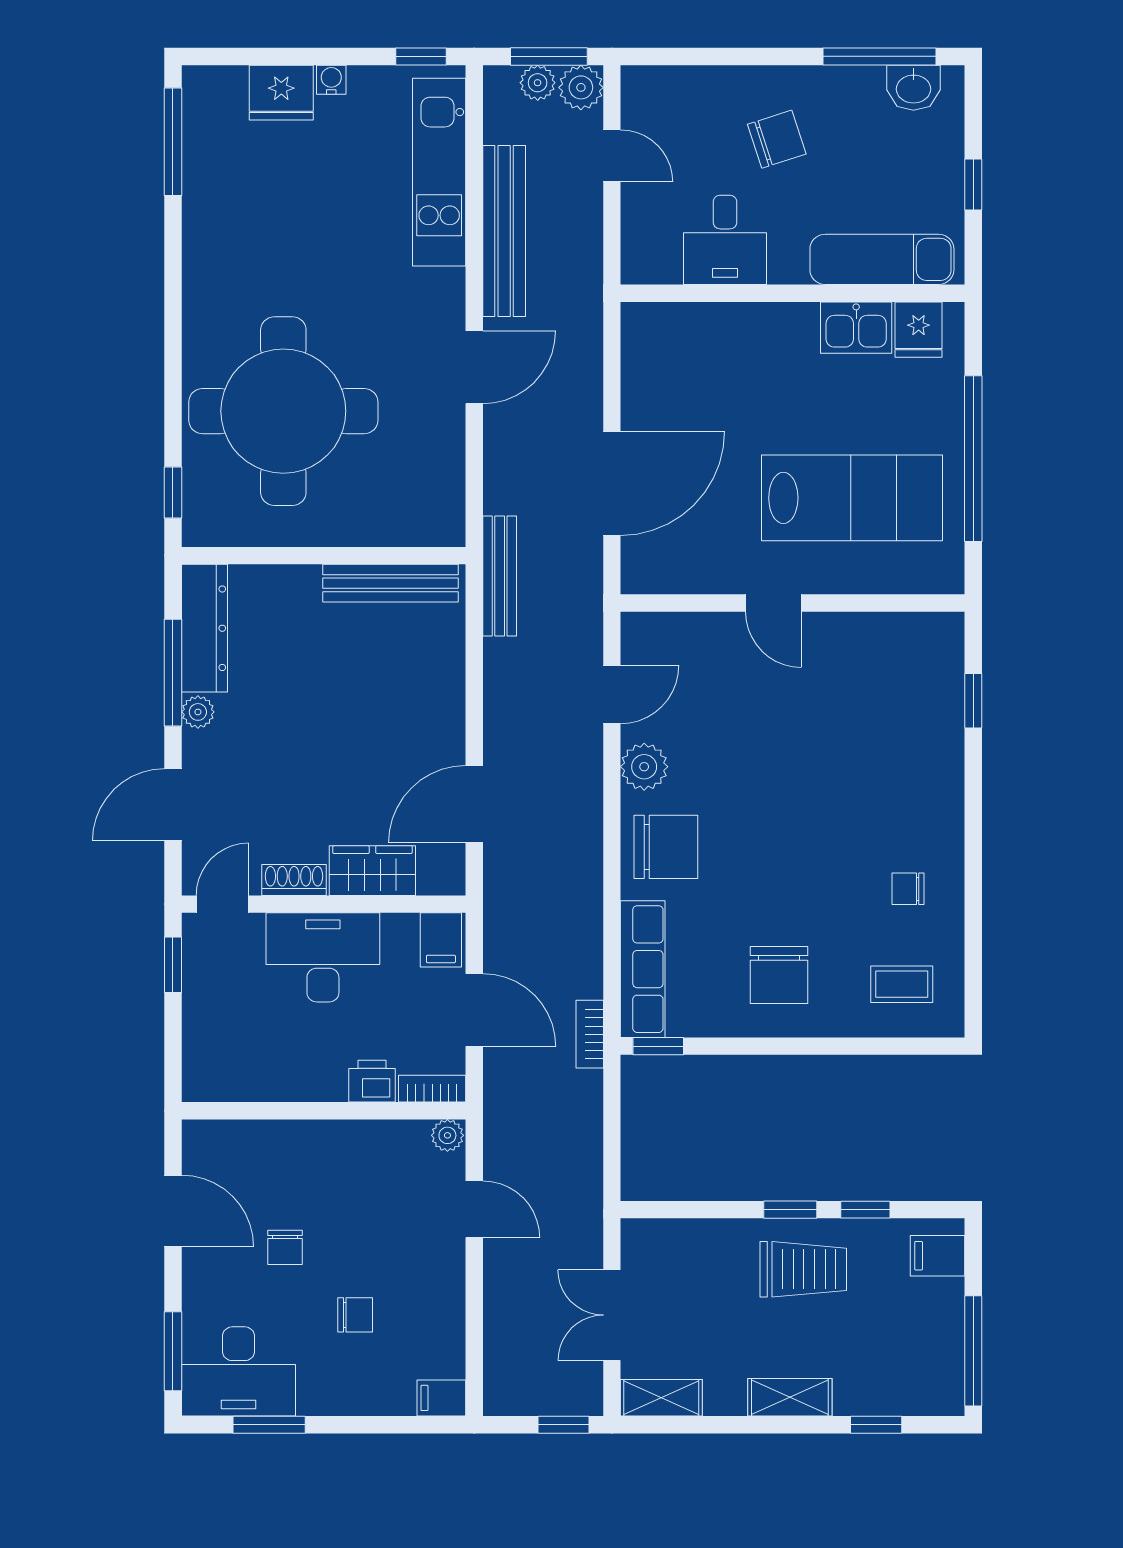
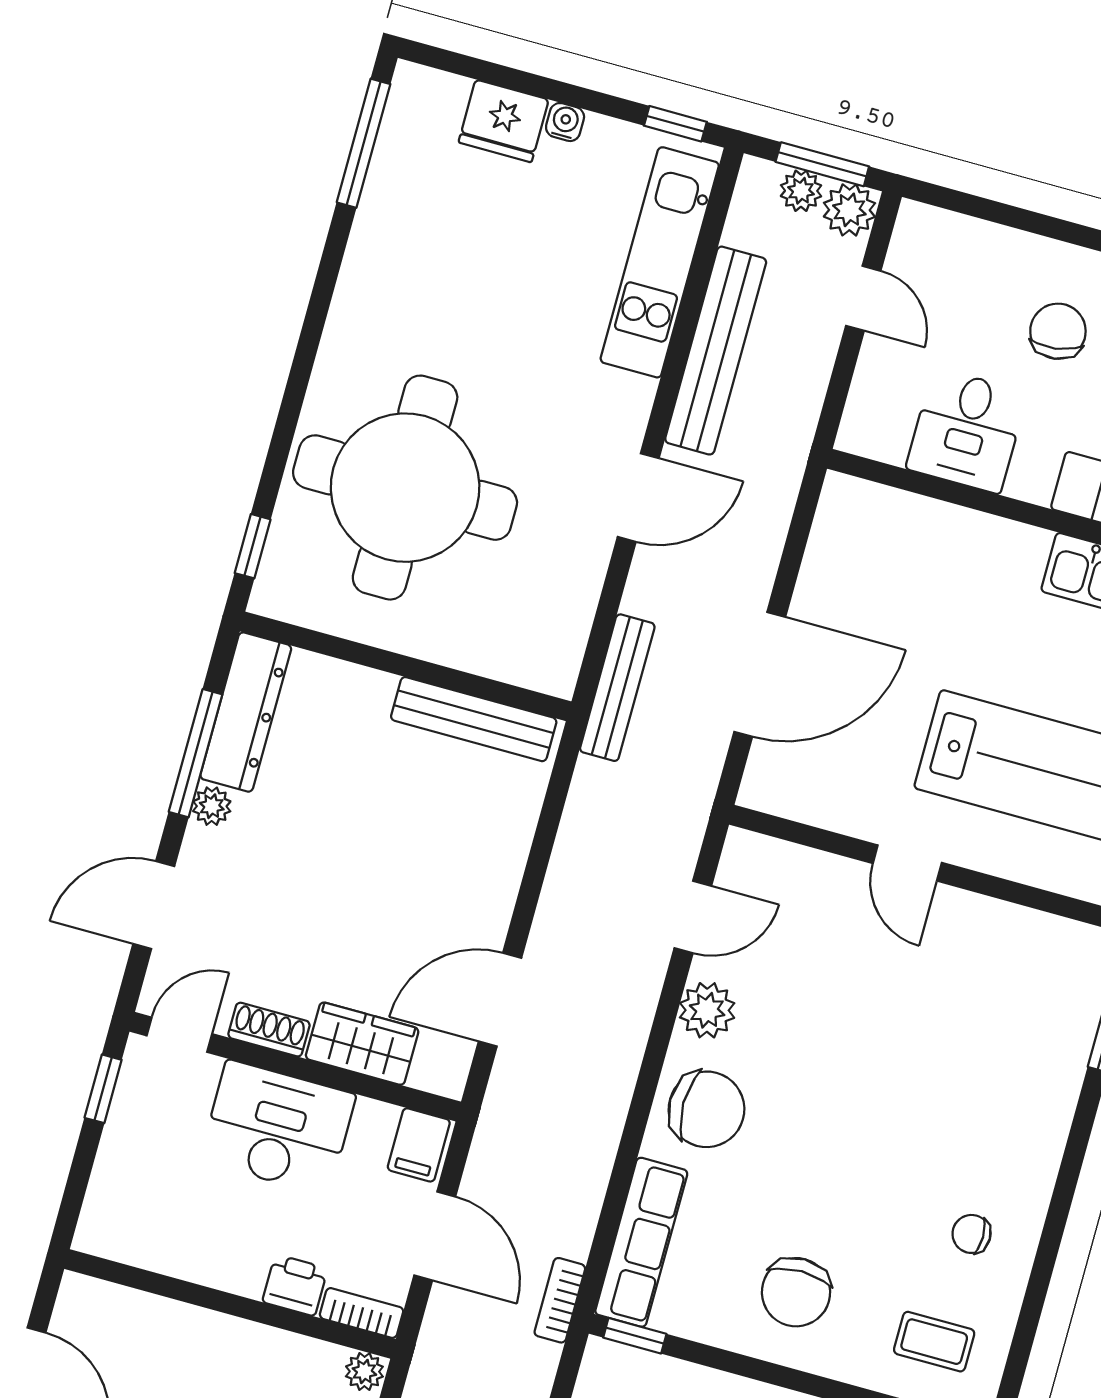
chair: (777, 139) -> (1058, 331), turned -80
bench: (500, 576) -> (617, 688), moved

